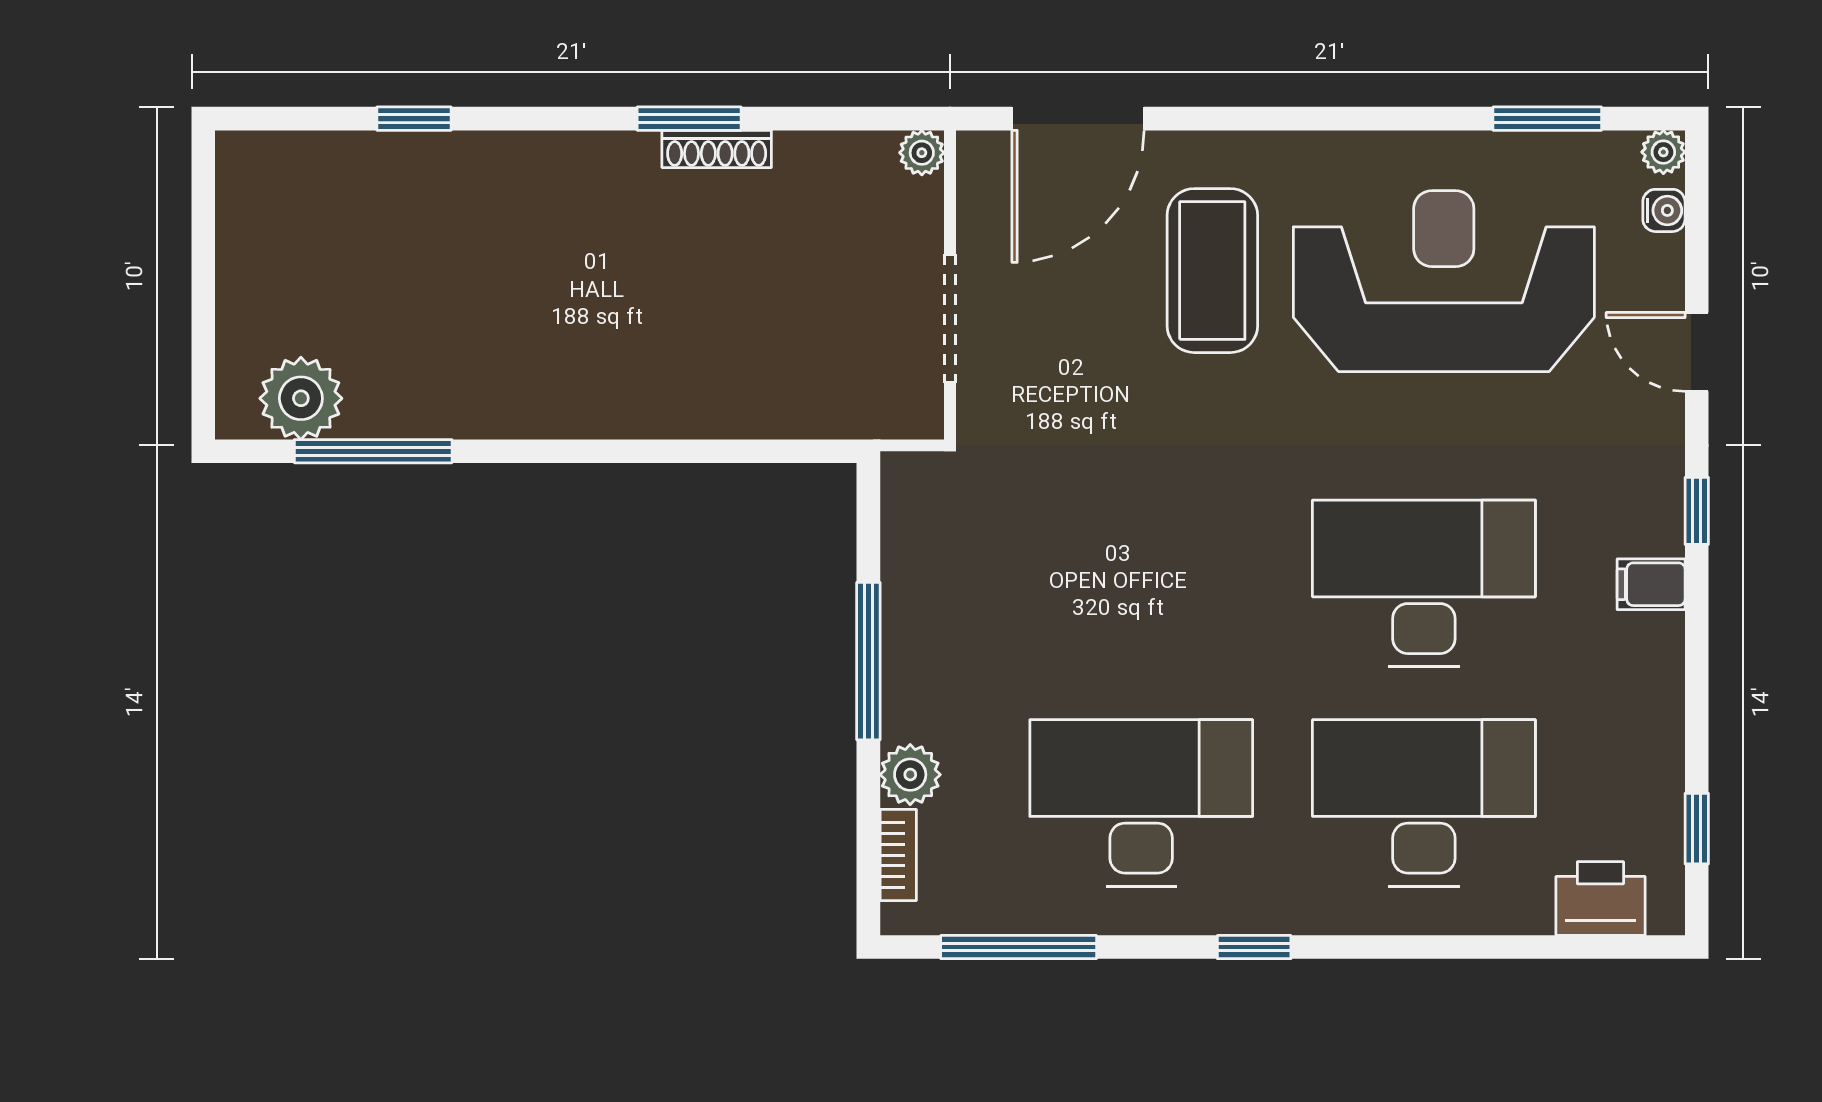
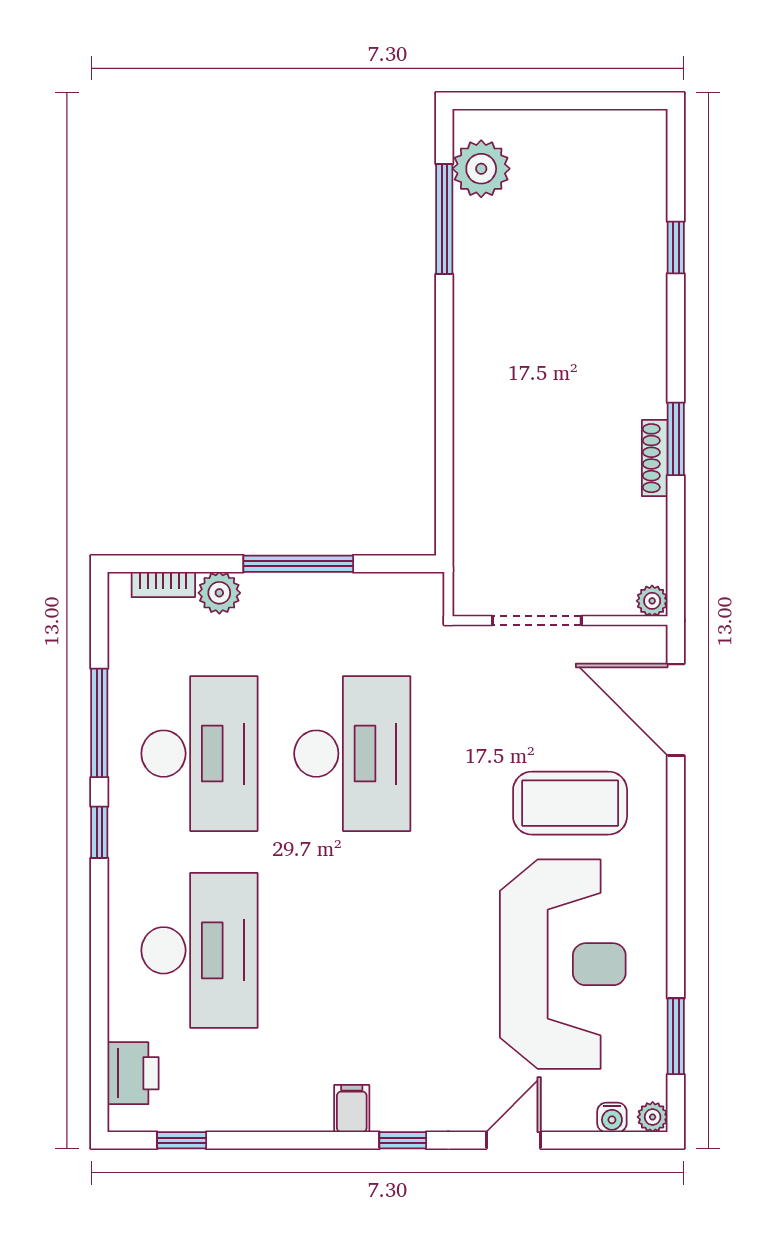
desk: (1424, 584) -> (352, 754), moved
window: (1019, 947) -> (99, 723), moved

